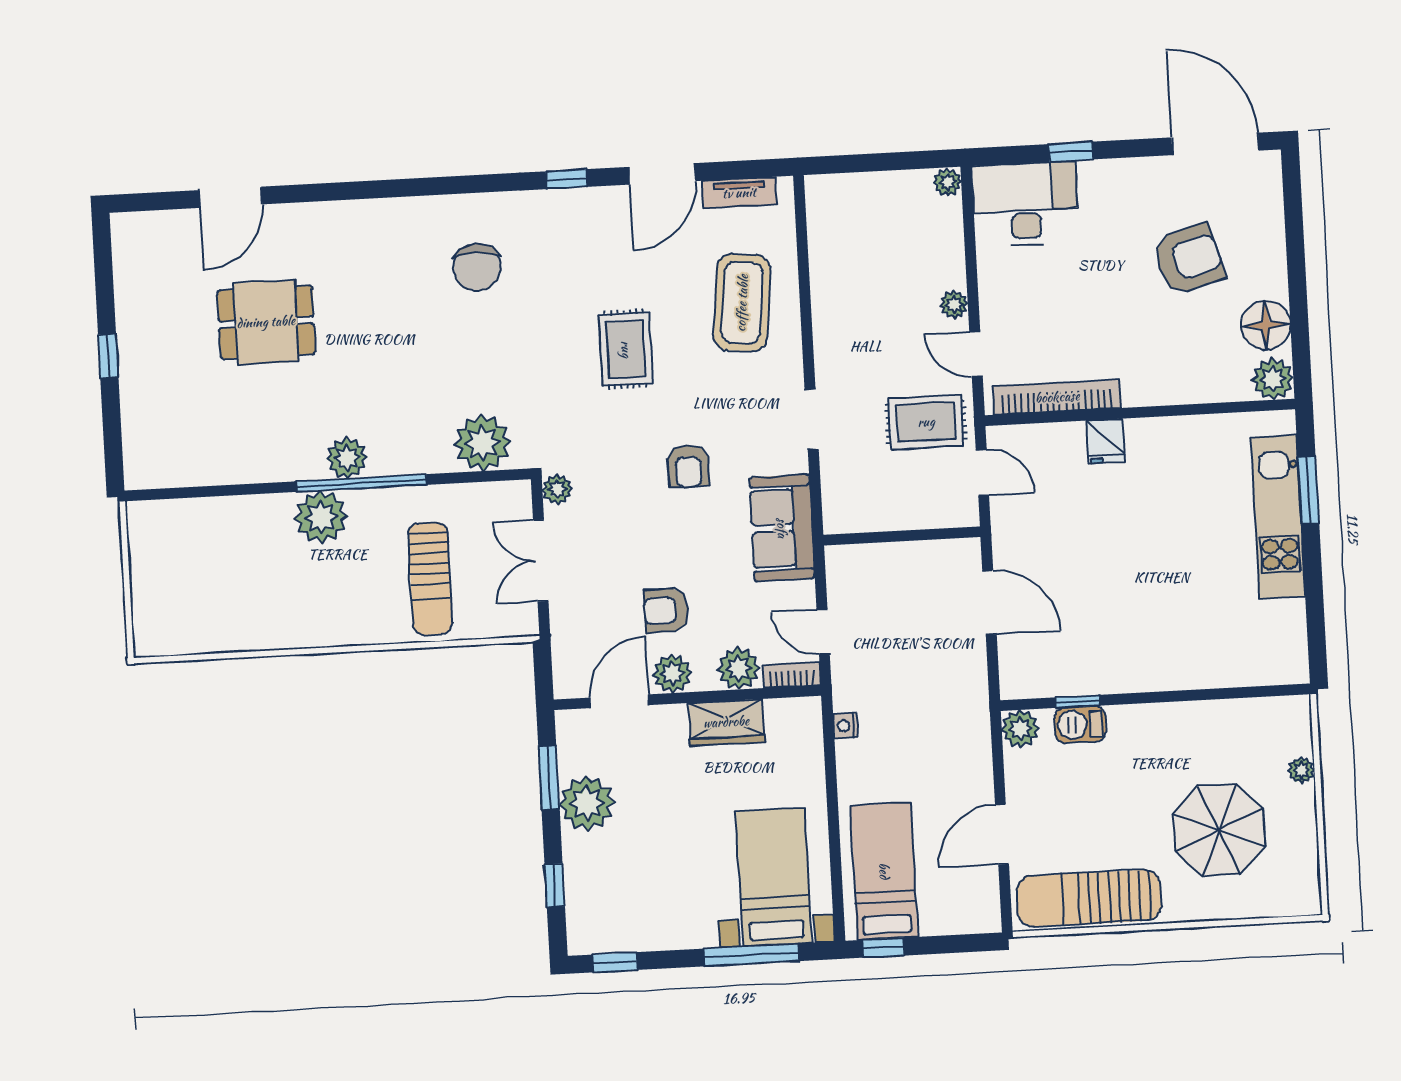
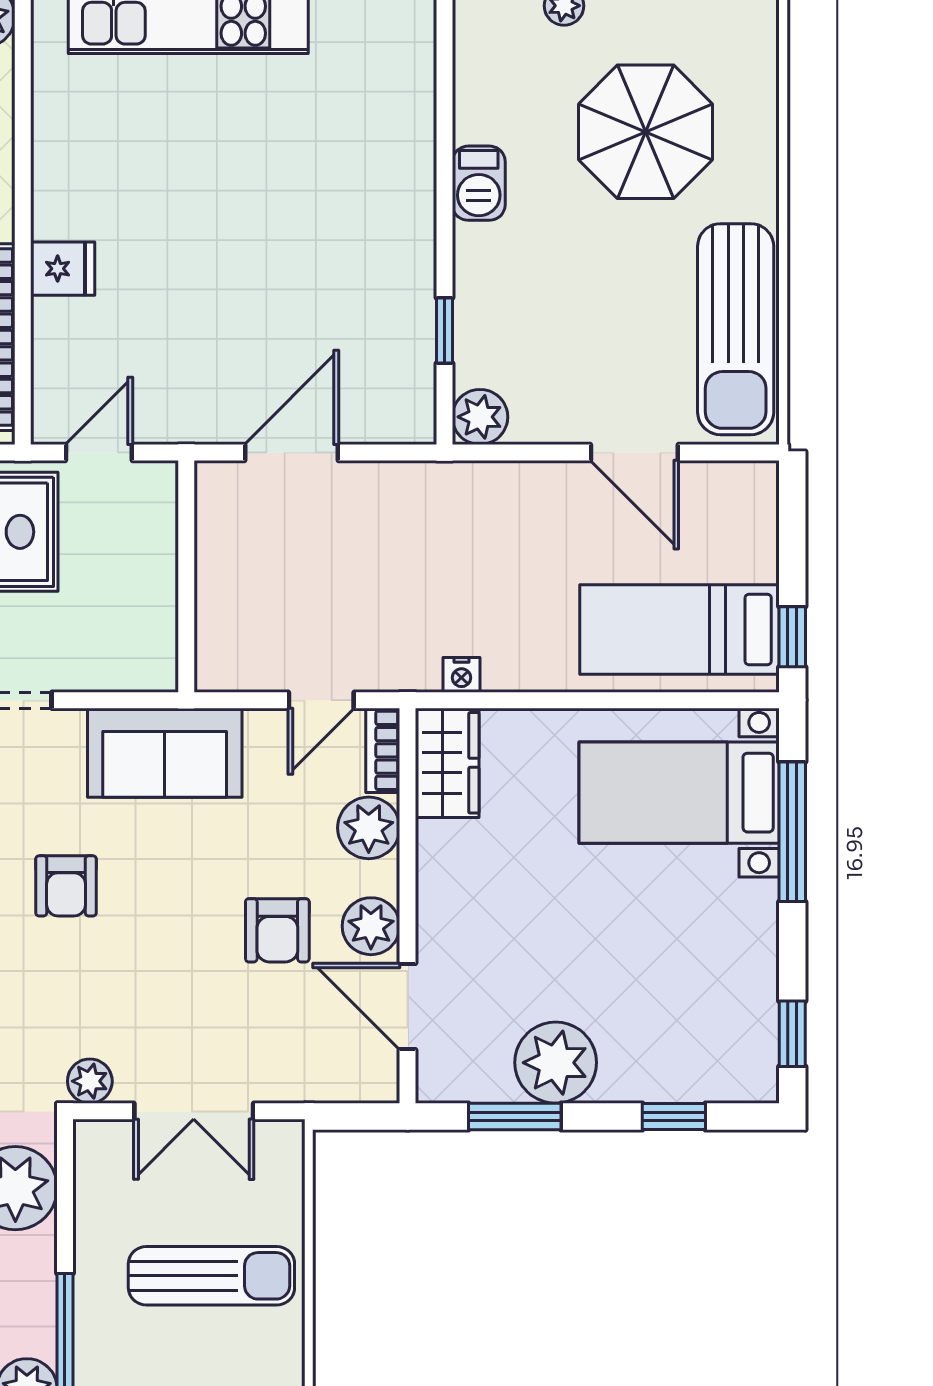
armchair: (688, 466) -> (66, 886), turned 90
wardrobe: (726, 722) -> (447, 763), moved
barbecue: (1080, 725) -> (479, 183), moved

